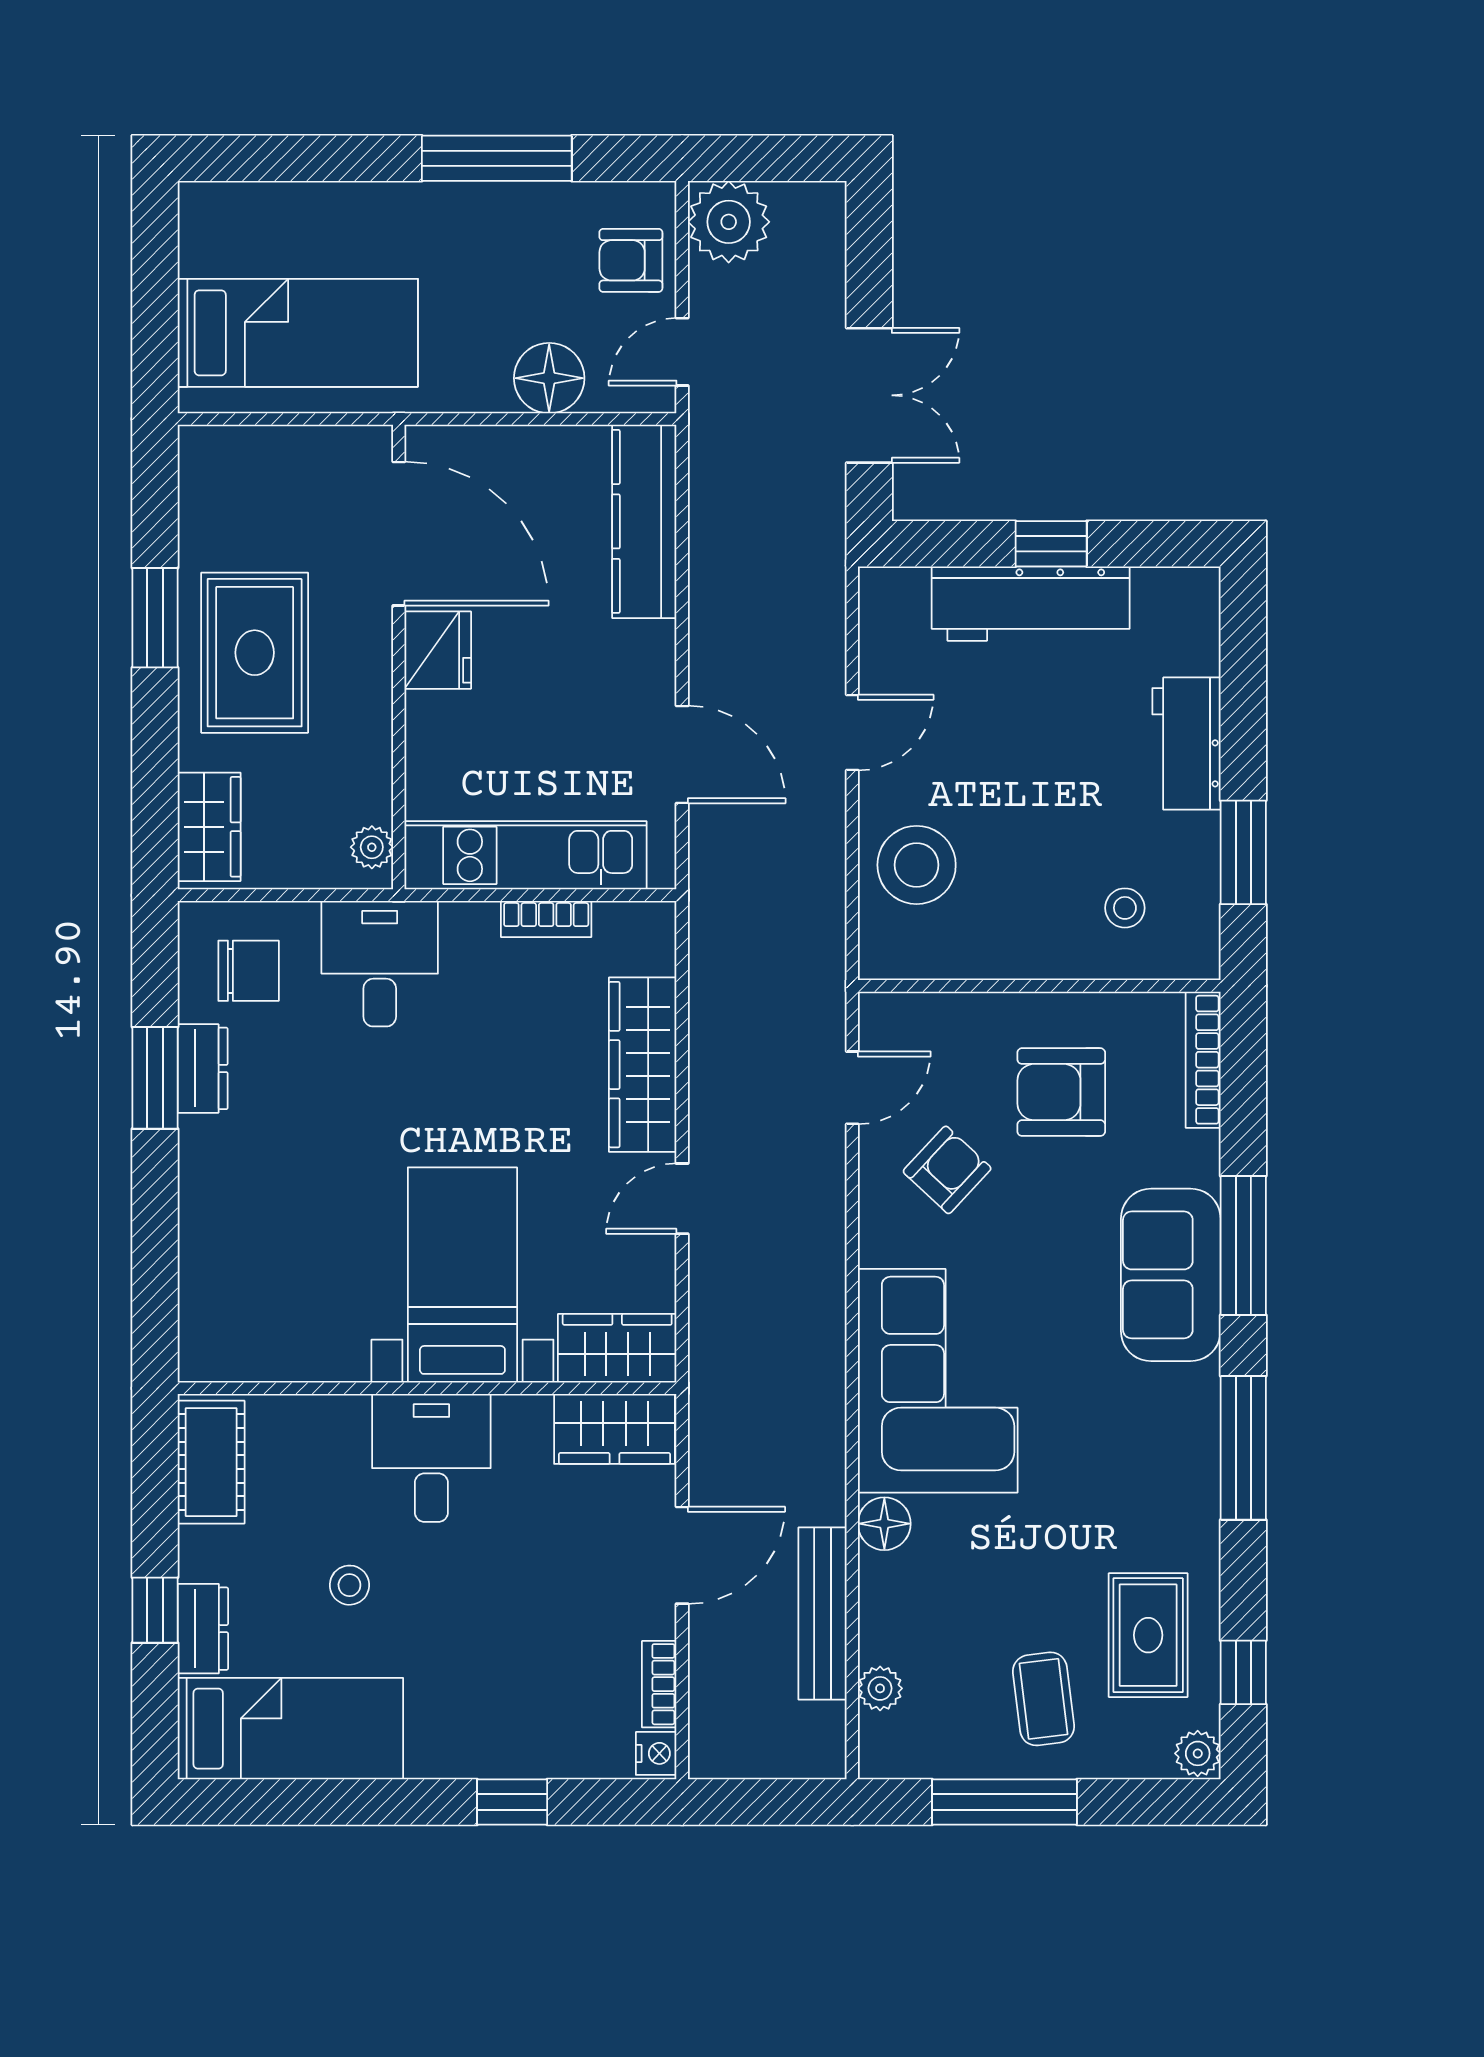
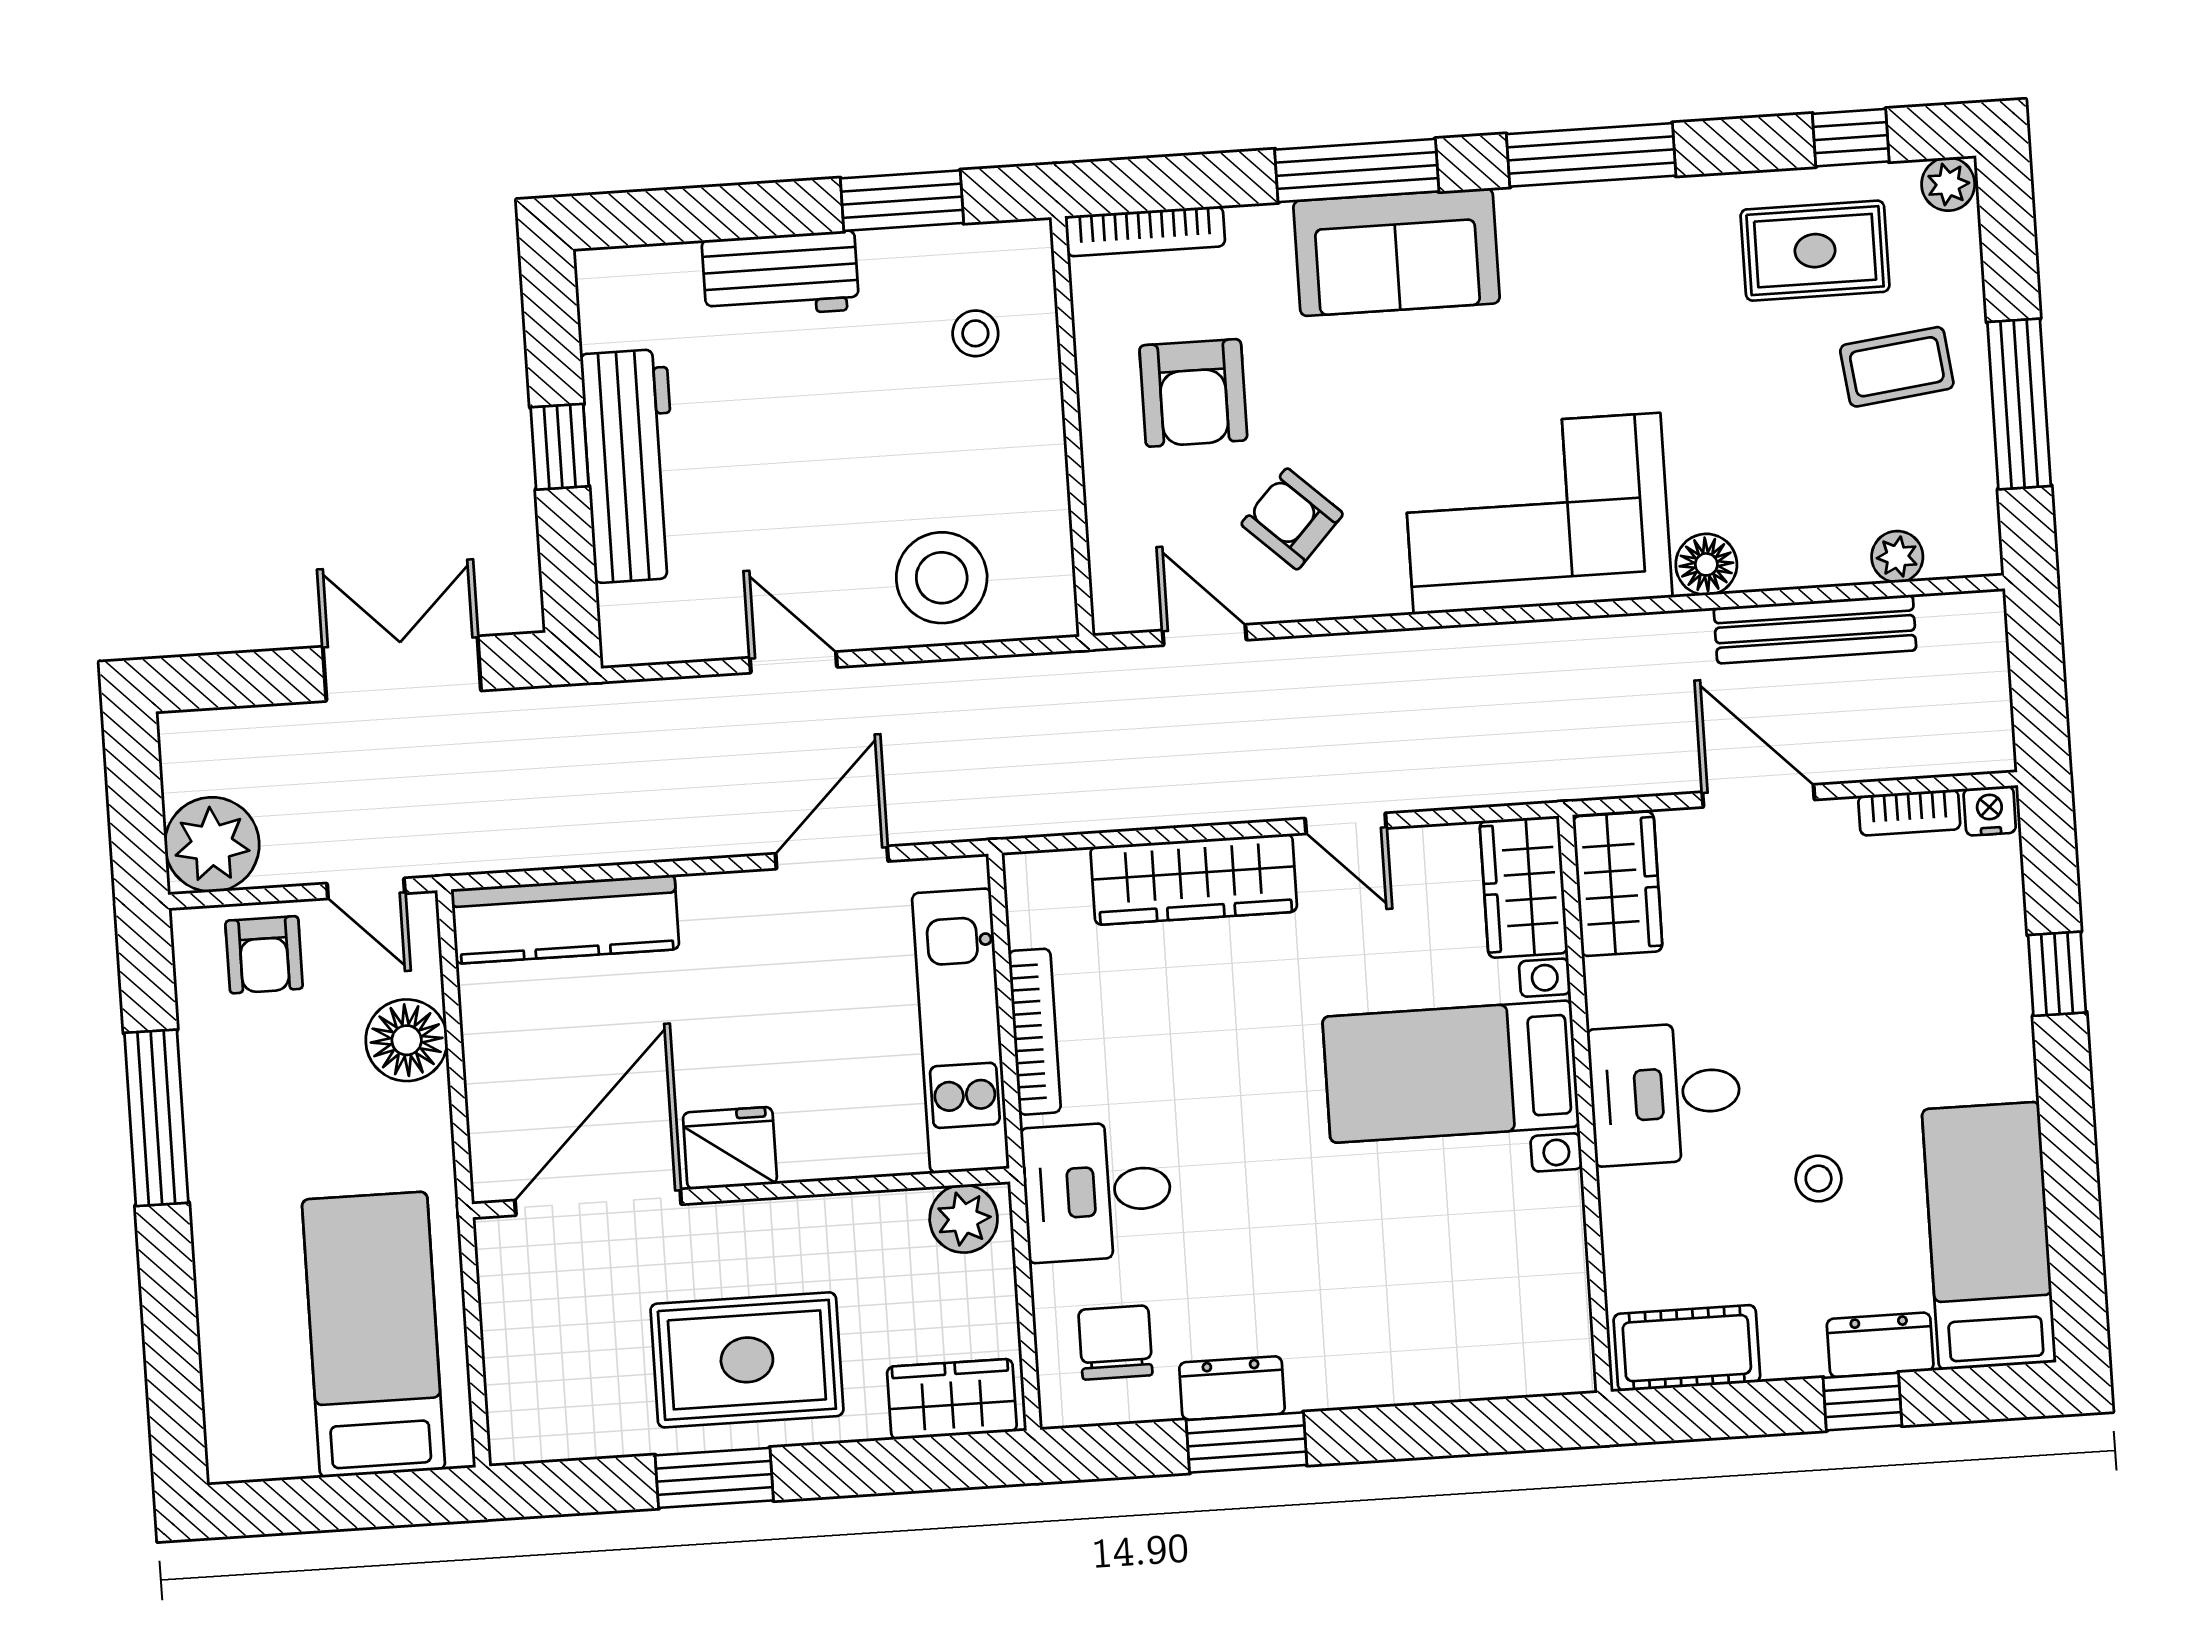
plant: (372, 847) -> (964, 1219), width x1.38, depth x1.38
bookcase: (546, 919) -> (1035, 1032), width x1.56

